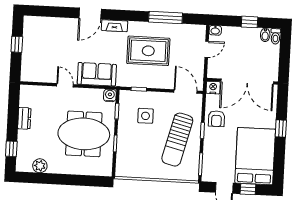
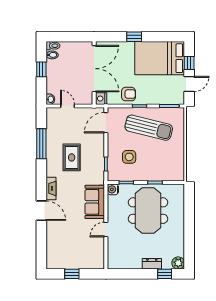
rug: (148, 51) -> (72, 157), width x0.73, depth x0.70
dresser: (24, 118) -> (152, 264), moved
plant: (40, 166) -> (178, 263), moved

